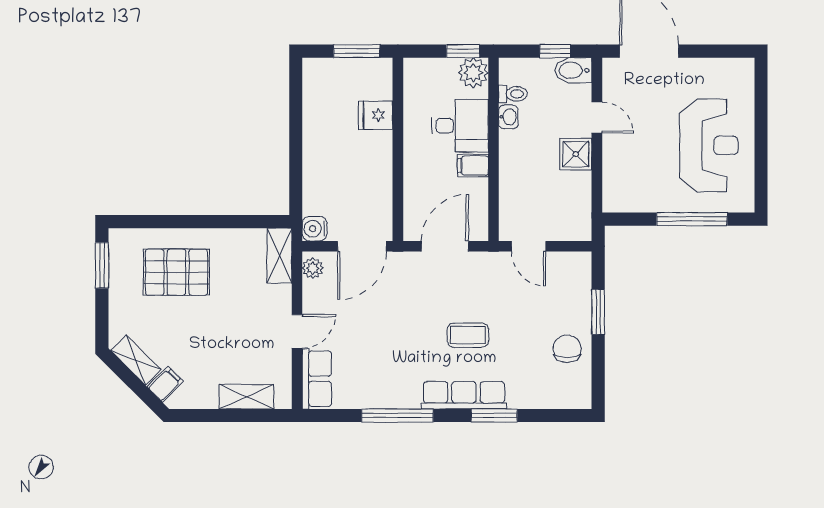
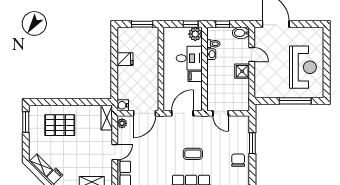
window: (555, 51) -> (223, 24), moved
fridge: (376, 115) -> (125, 59), moved, turned 180

